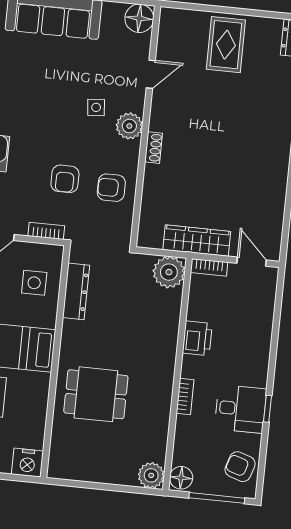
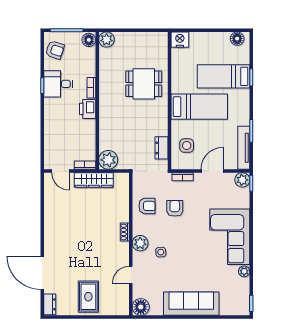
dresser: (76, 291) -> (162, 148), width x0.70
printer: (197, 338) -> (88, 109), moved

